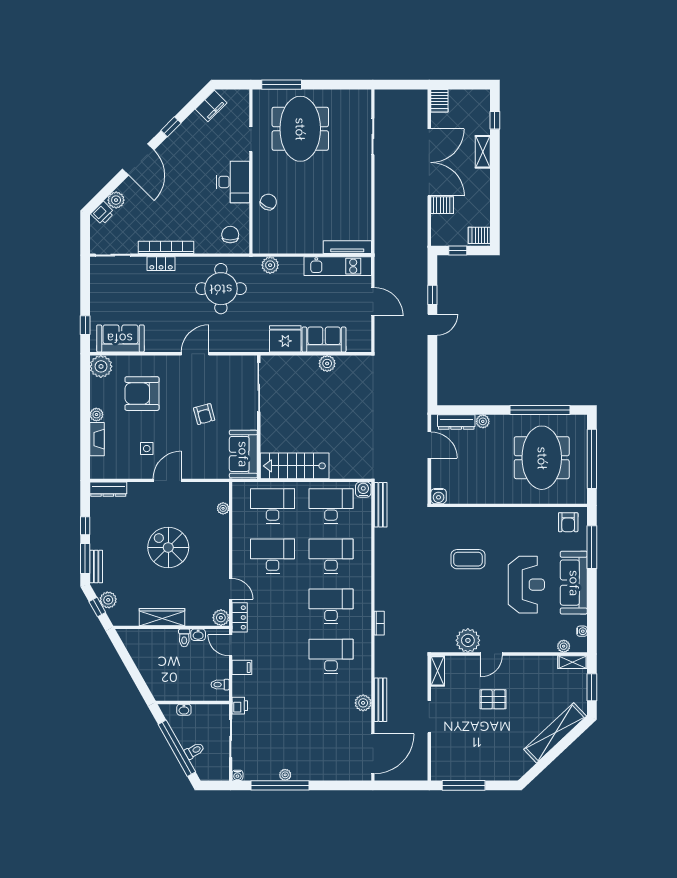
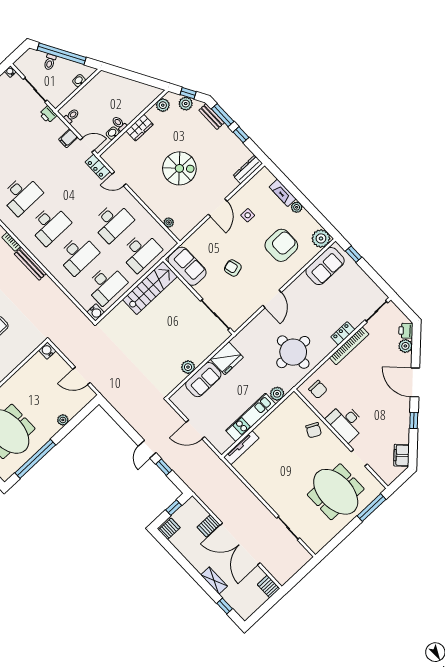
kitchen unit: (338, 266) -> (251, 417), moved
dresser: (456, 422) -> (78, 405), removed
bench: (381, 505) -> (30, 264), moved
wardrobe: (162, 617) -> (140, 128), width x0.67
plant: (221, 618) -> (163, 105), moved

